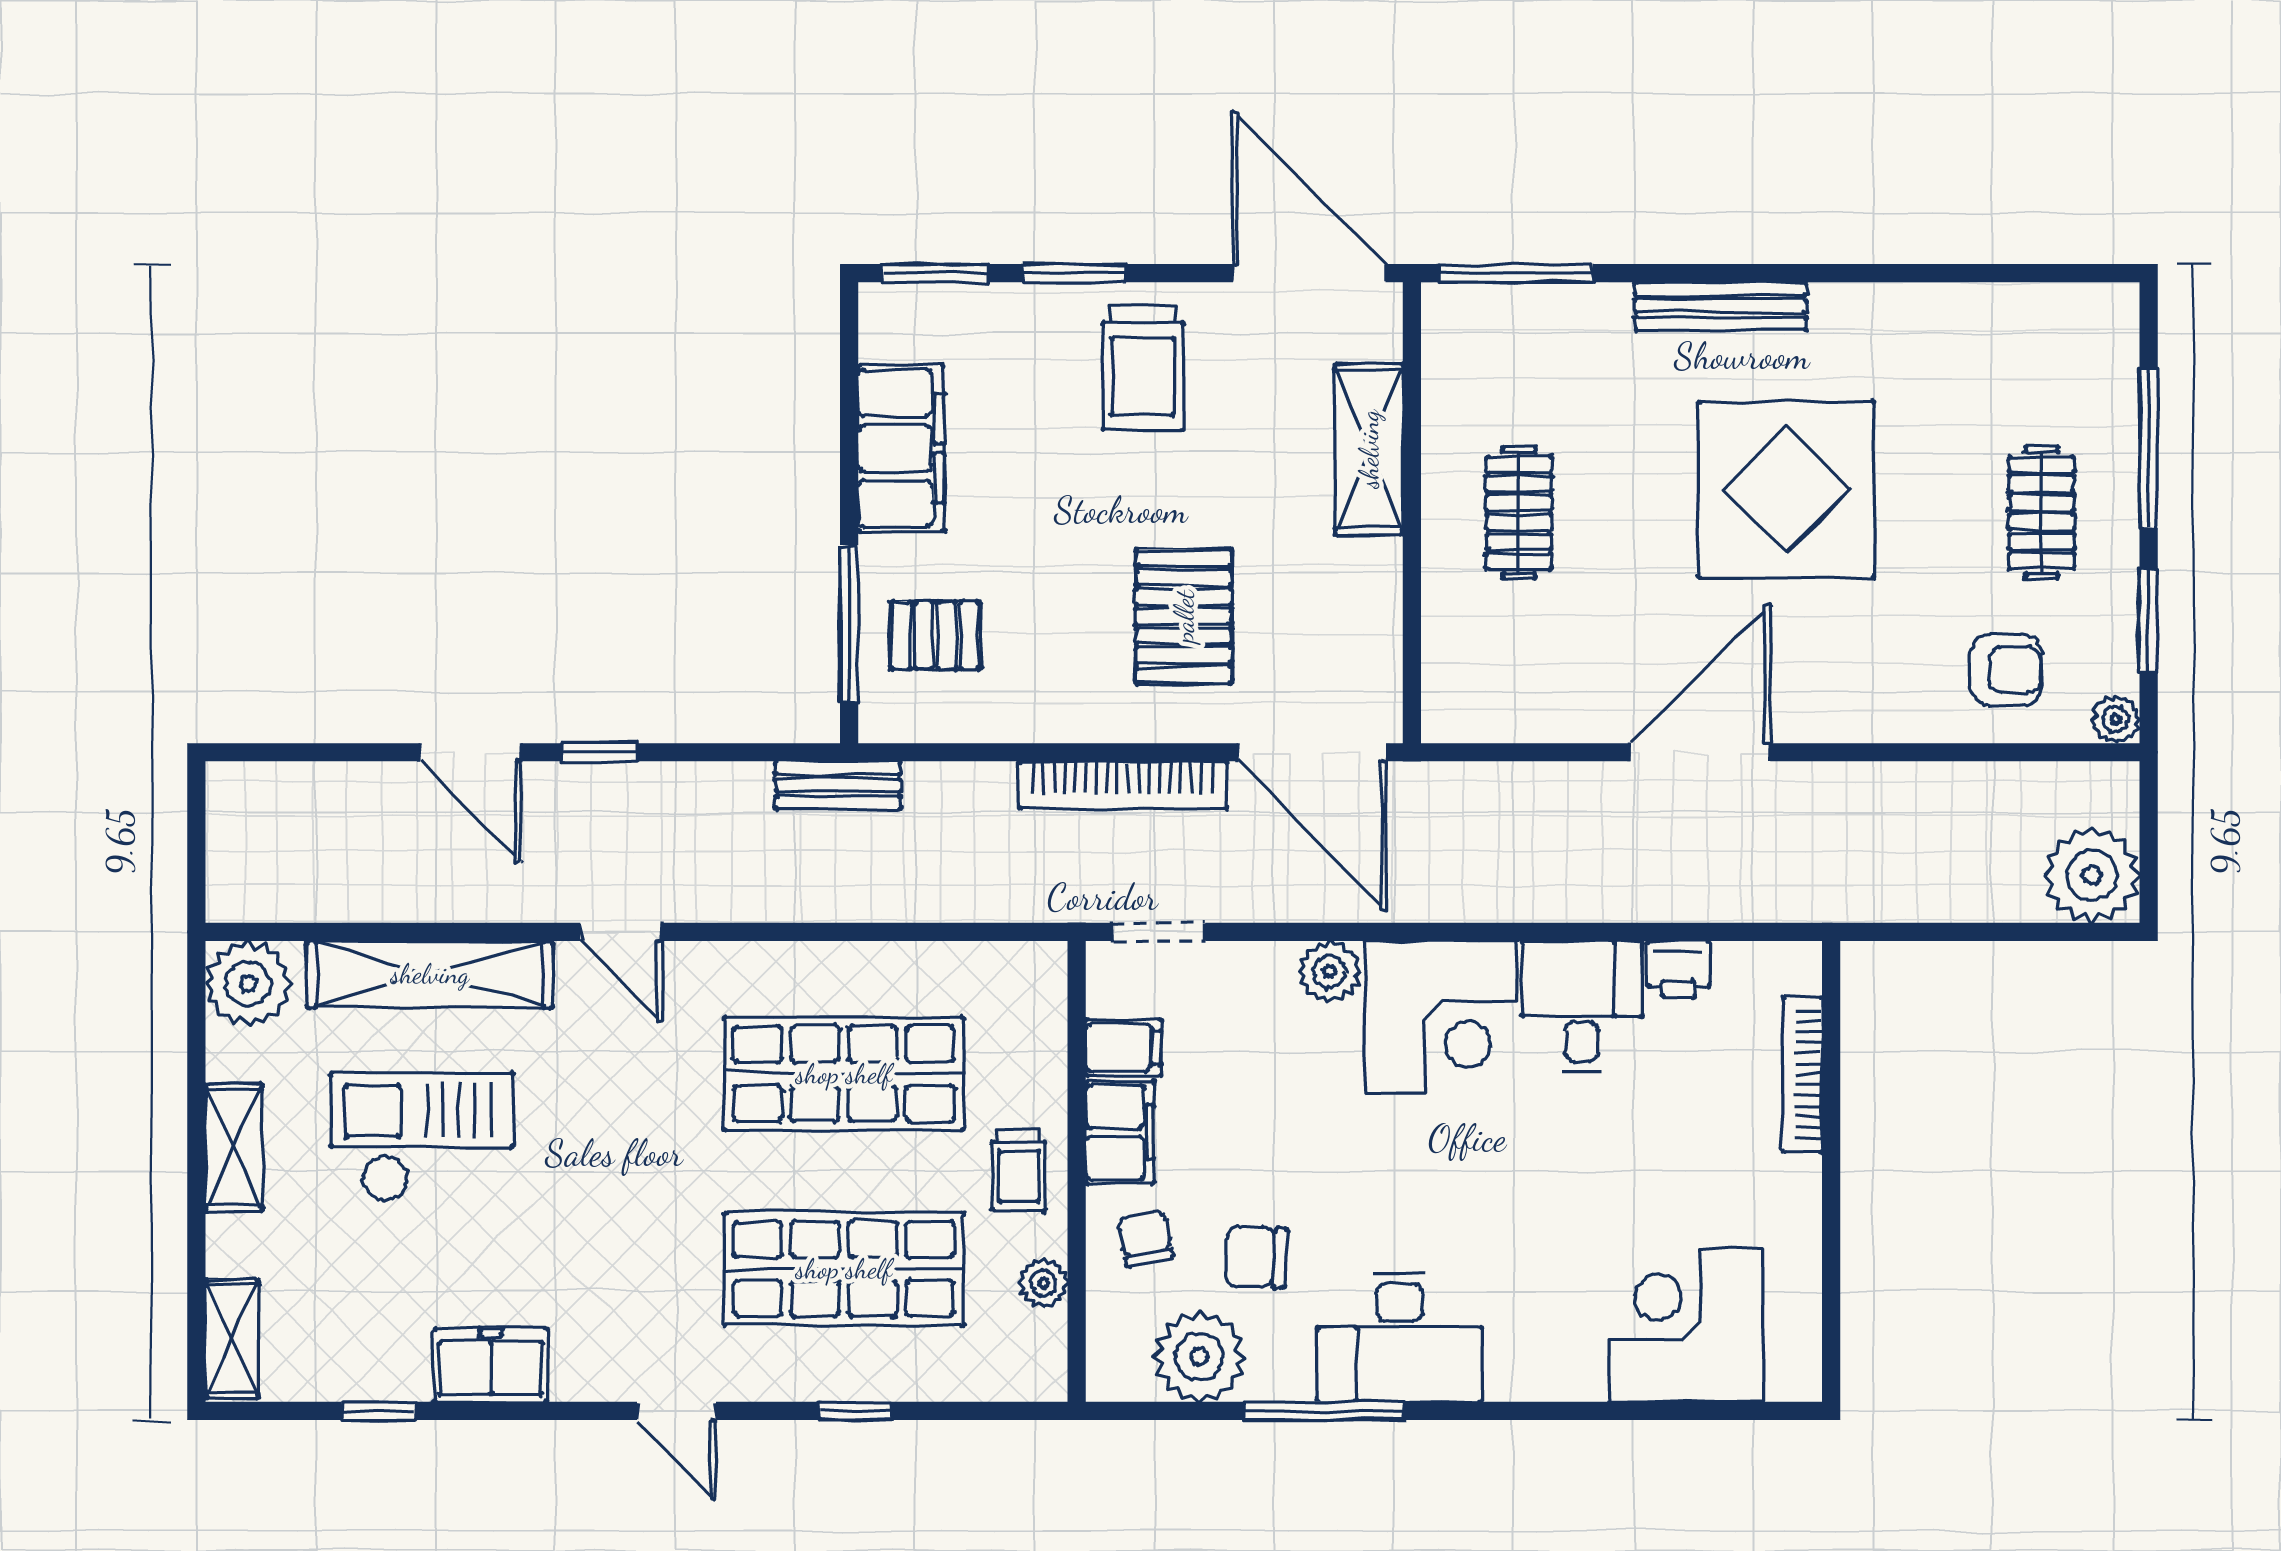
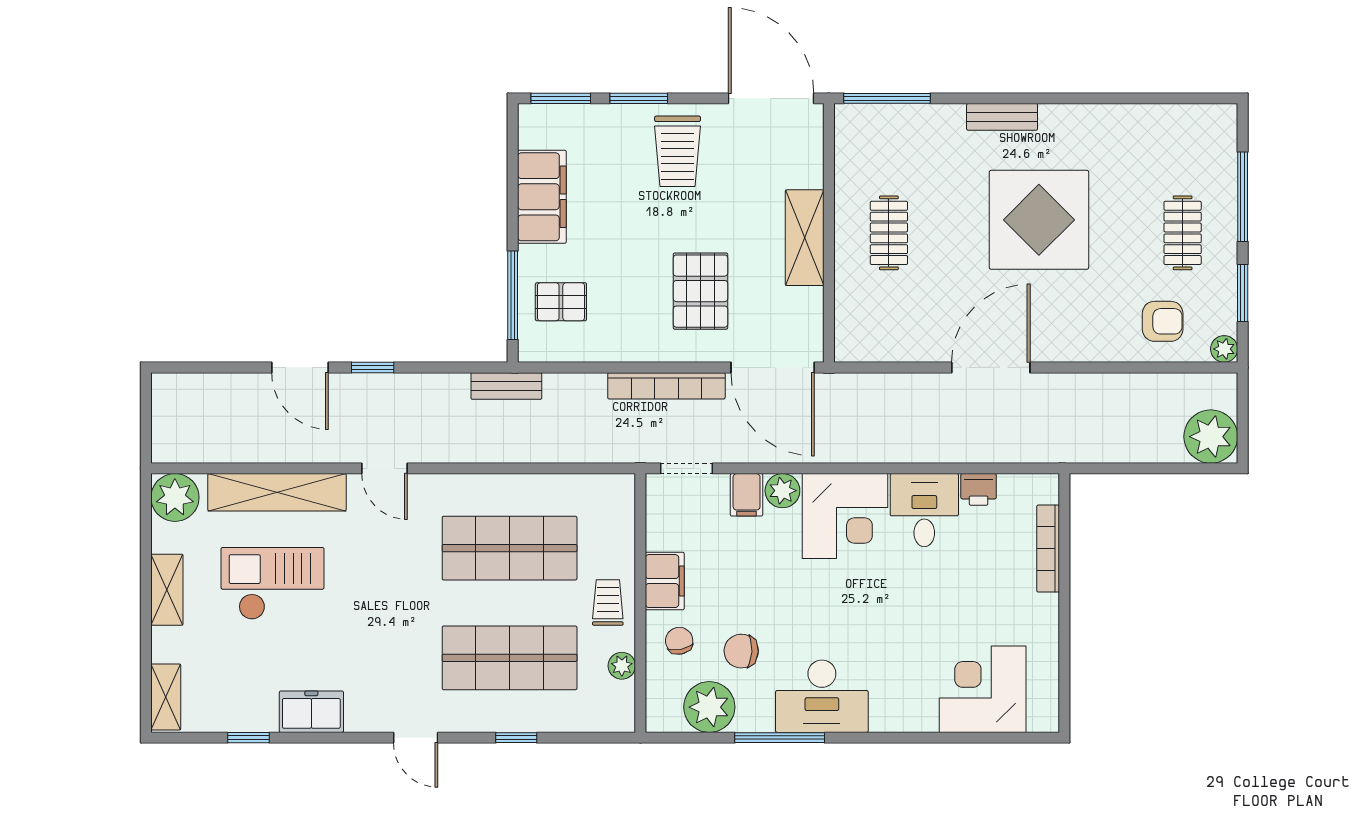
bench: (1720, 306) -> (1002, 117), width x0.73
shelving: (1369, 449) -> (805, 238), moved
filing cabinet: (1124, 1048) -> (747, 495), moved, turned 90
trolley: (1019, 1170) -> (608, 602), turned 180

